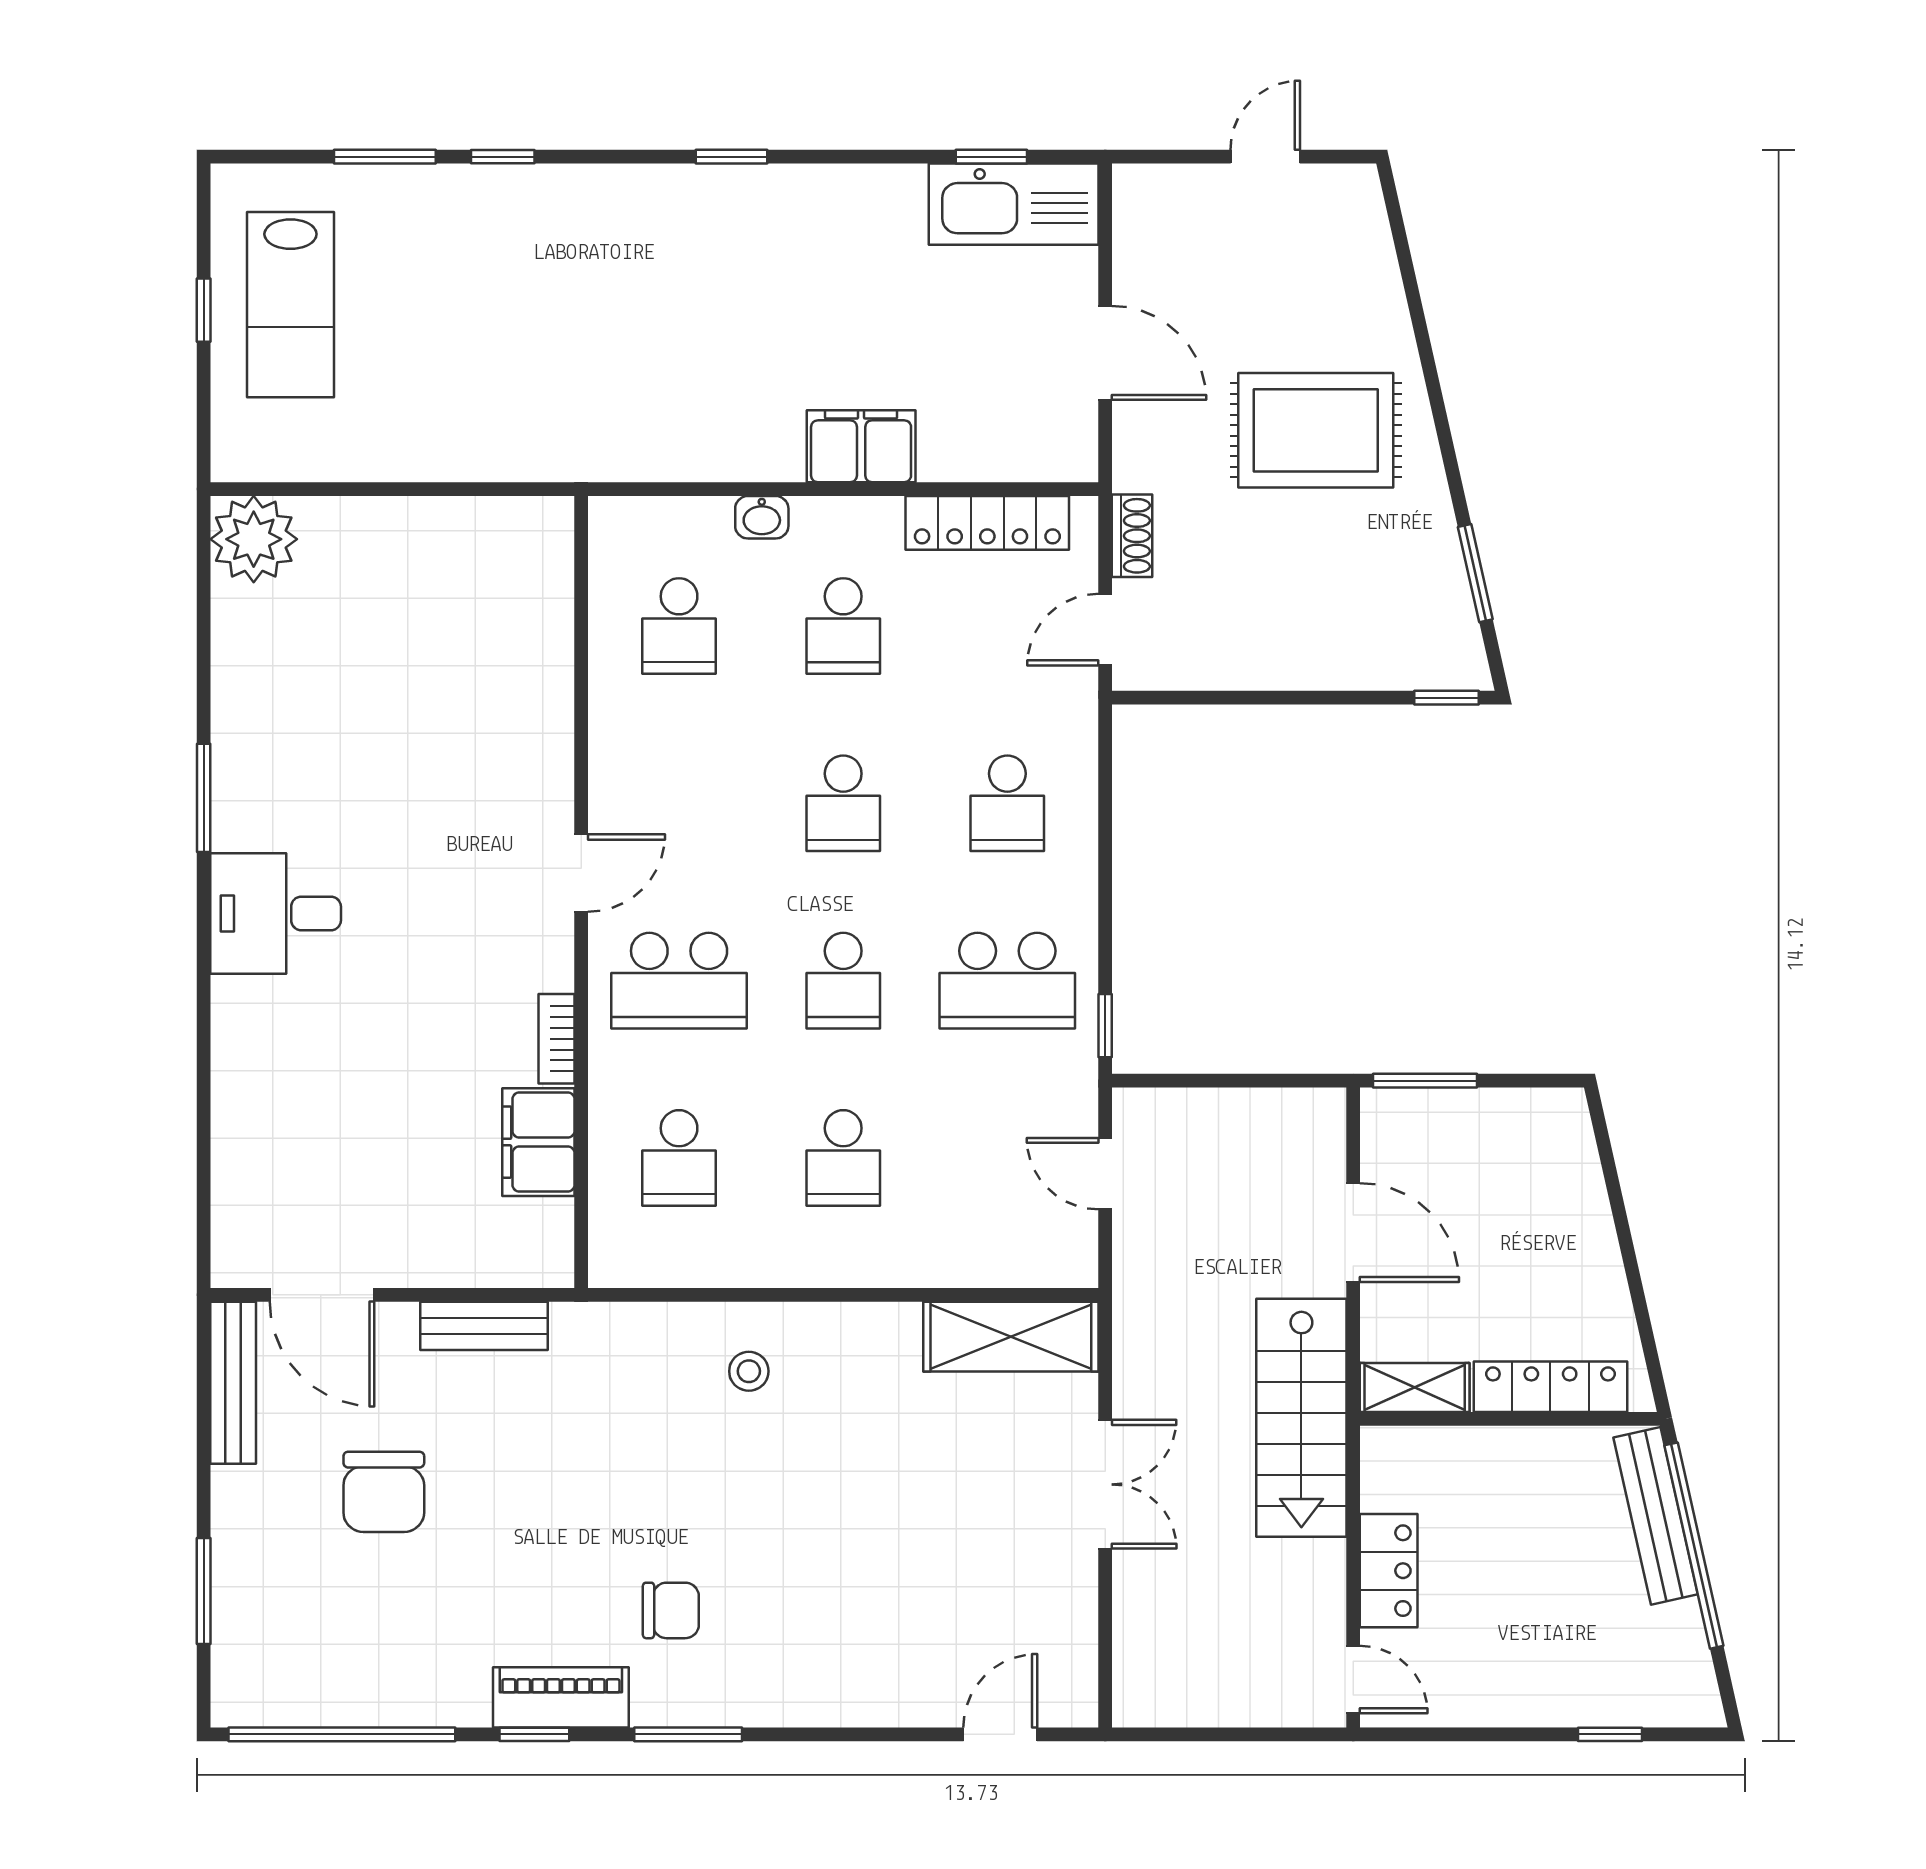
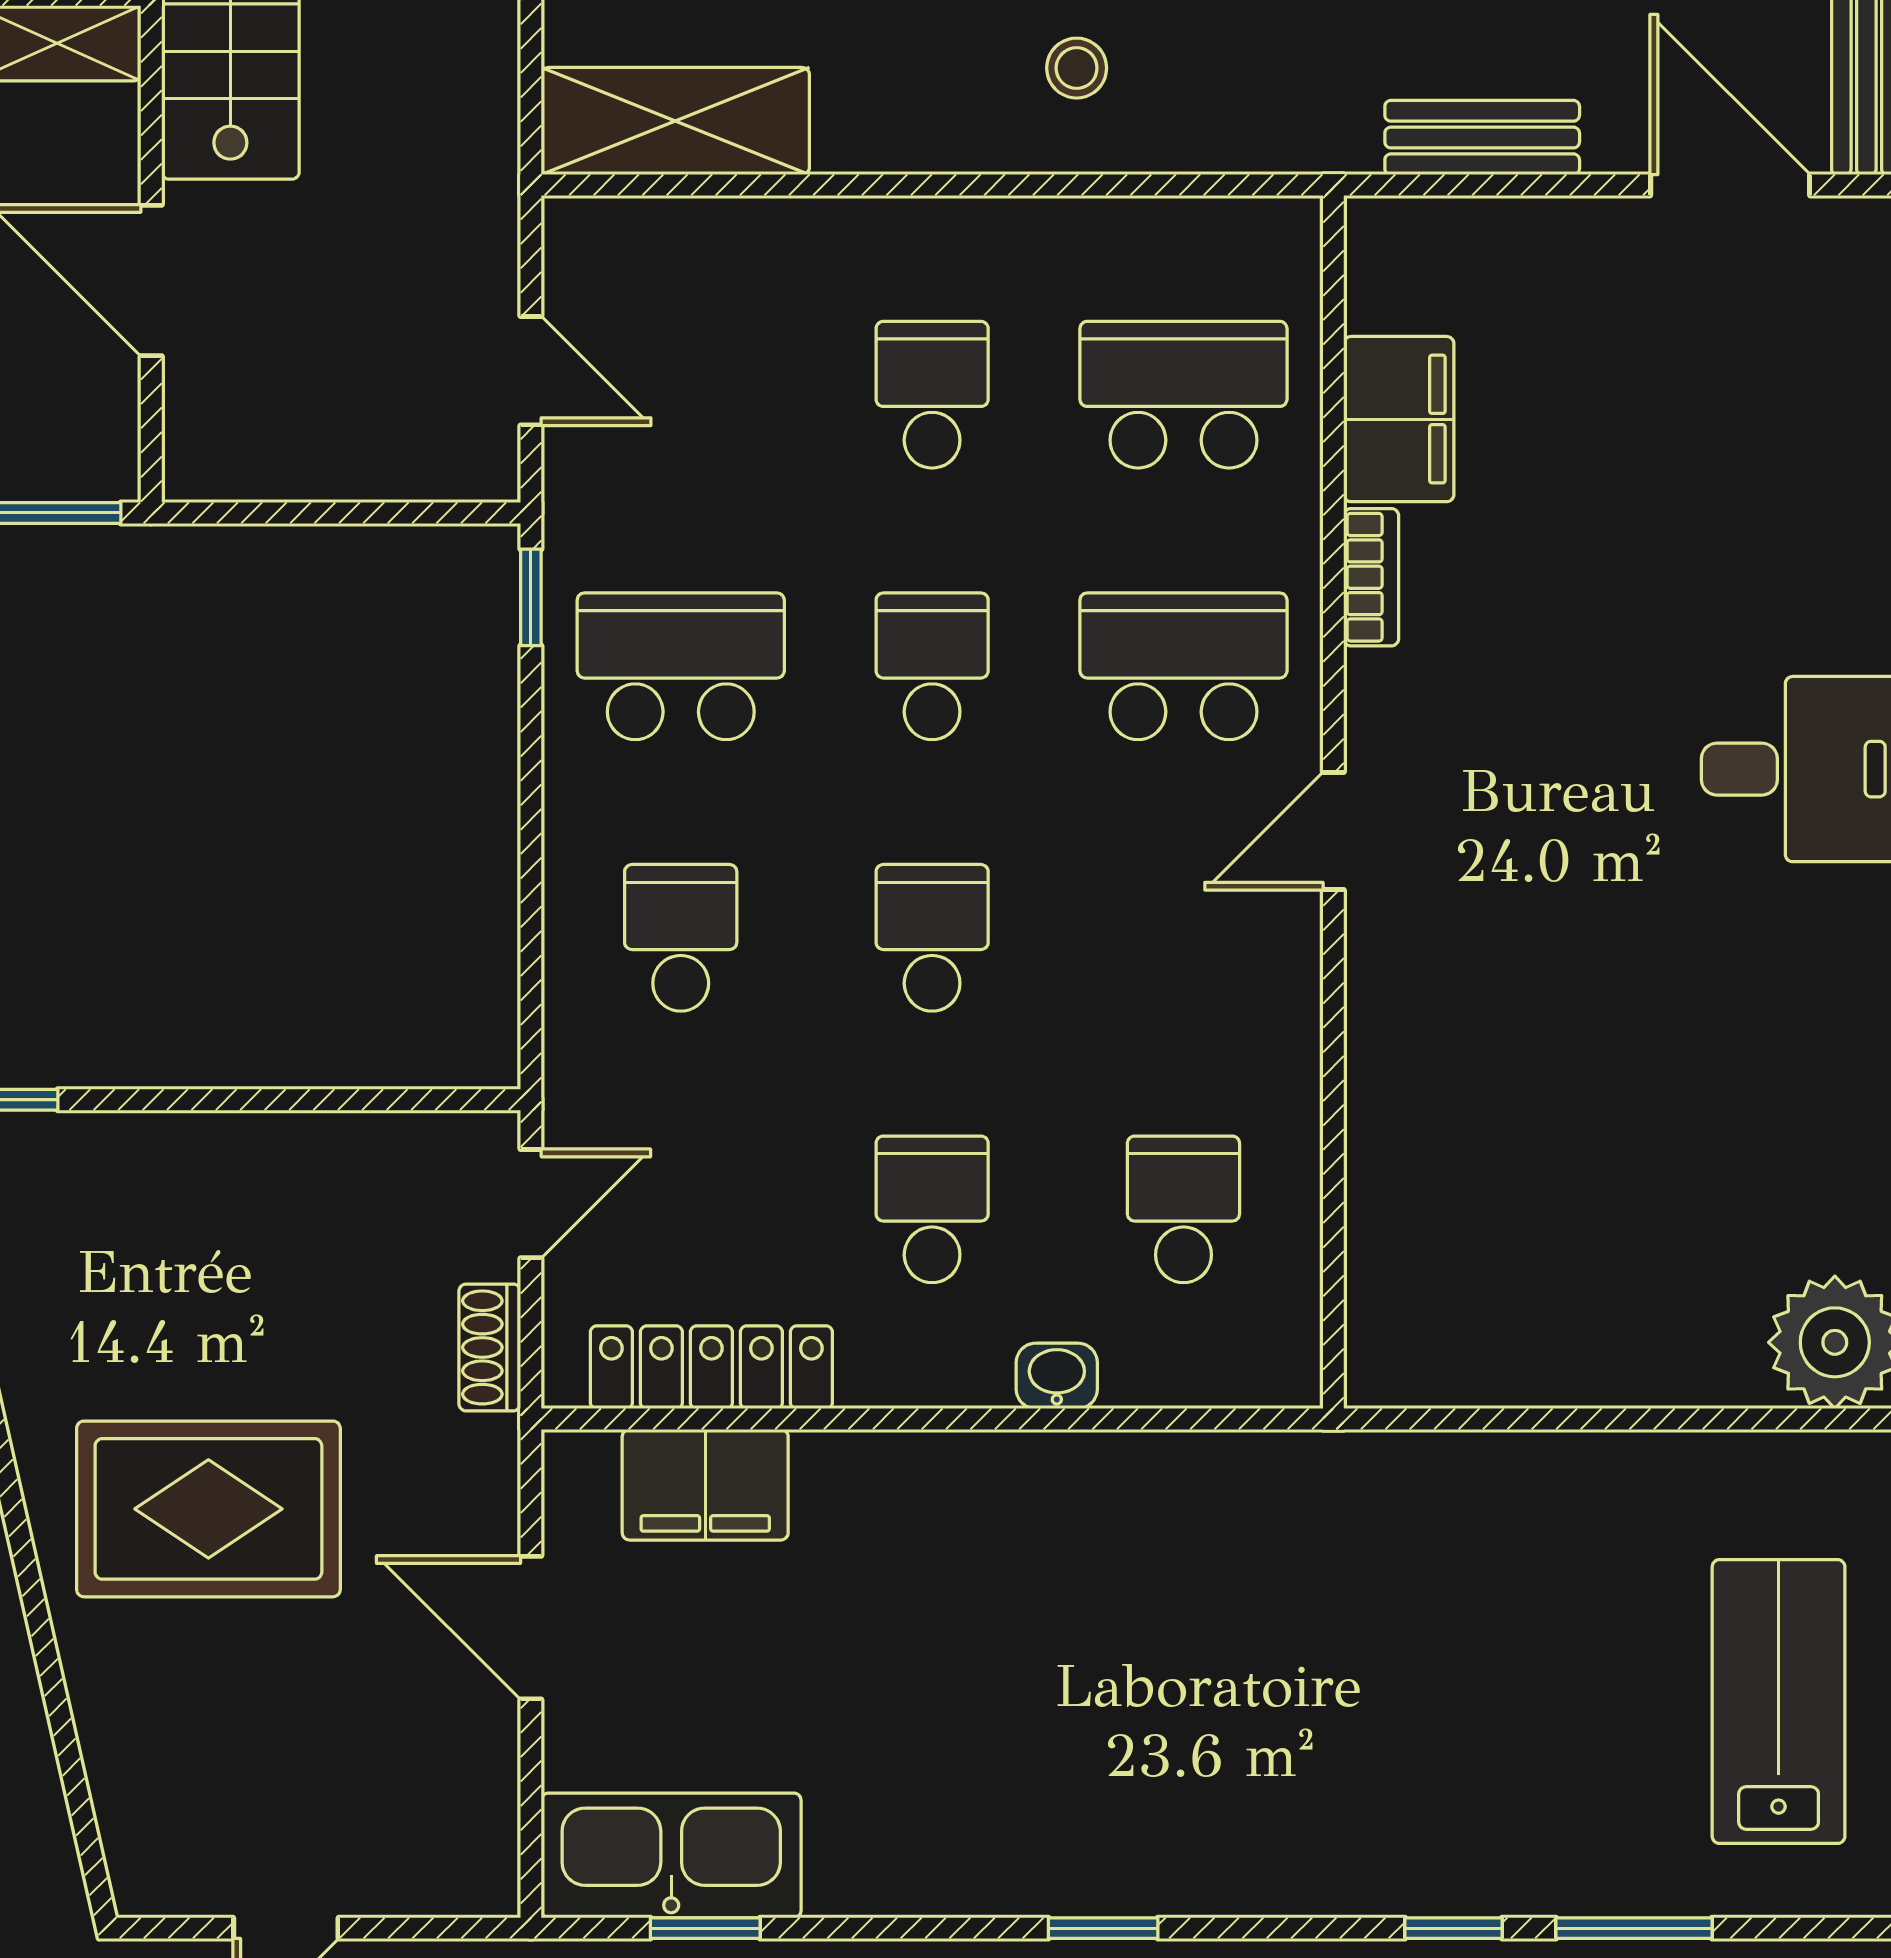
filing cabinet: (861, 446) -> (705, 1485), moved
school desk: (679, 1158) -> (1183, 395), width x1.85

